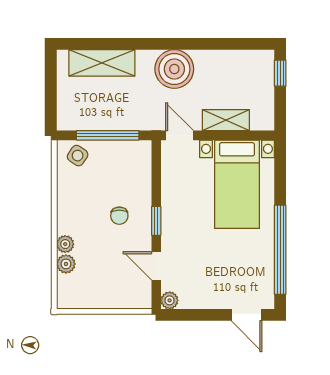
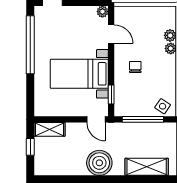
window: (280, 73) -> (30, 147), moved
shelving: (226, 120) -> (49, 129), moved
bed with nightstands: (237, 184) -> (79, 74), moved, turned -90
window: (156, 221) -> (111, 94), moved

